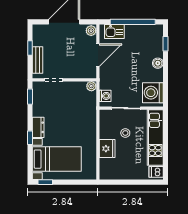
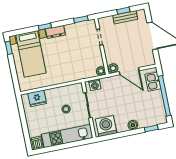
plant: (91, 31) -> (113, 68), moved
bench: (38, 60) -> (125, 17), moved
fridge: (107, 149) -> (37, 98), moved

